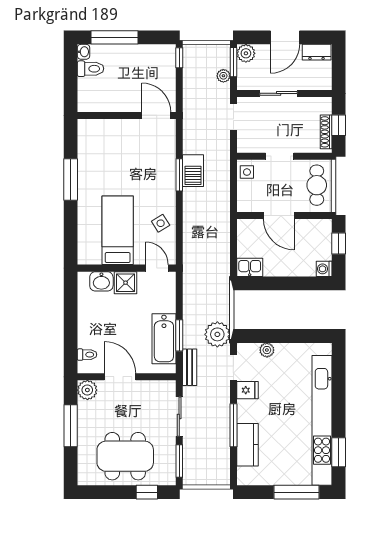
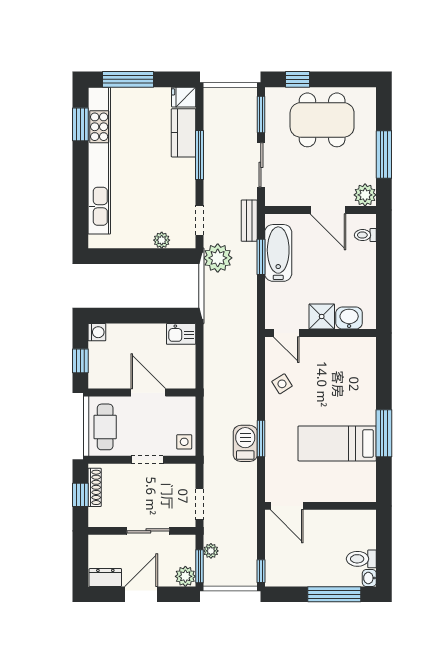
bed: (118, 230) -> (337, 443), moved, turned 90
fridge: (247, 390) -> (184, 97), moved

